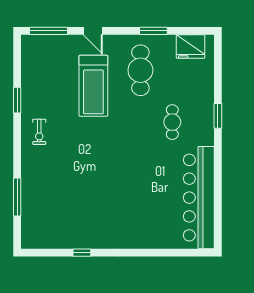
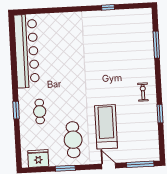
cafe table: (172, 122) -> (40, 112), moved

